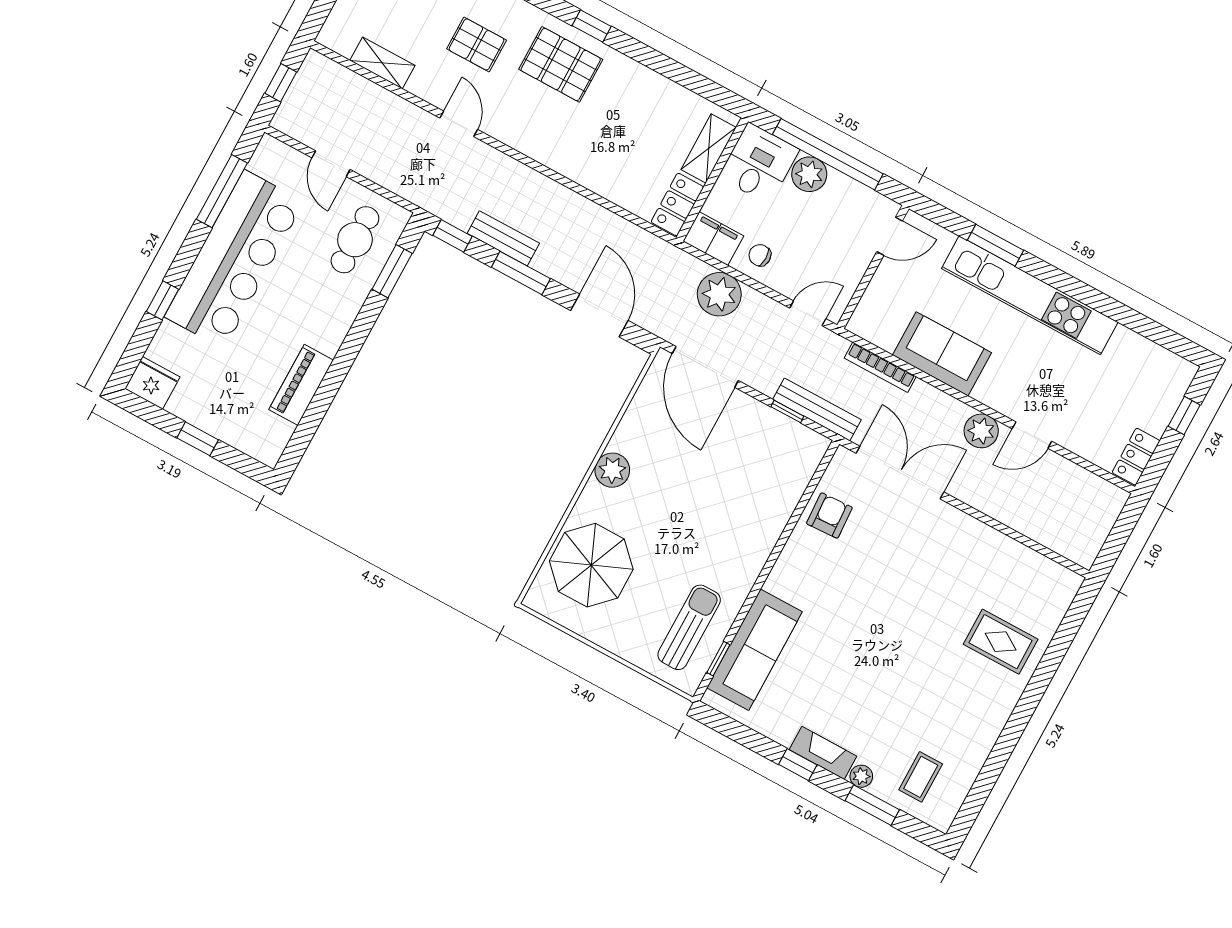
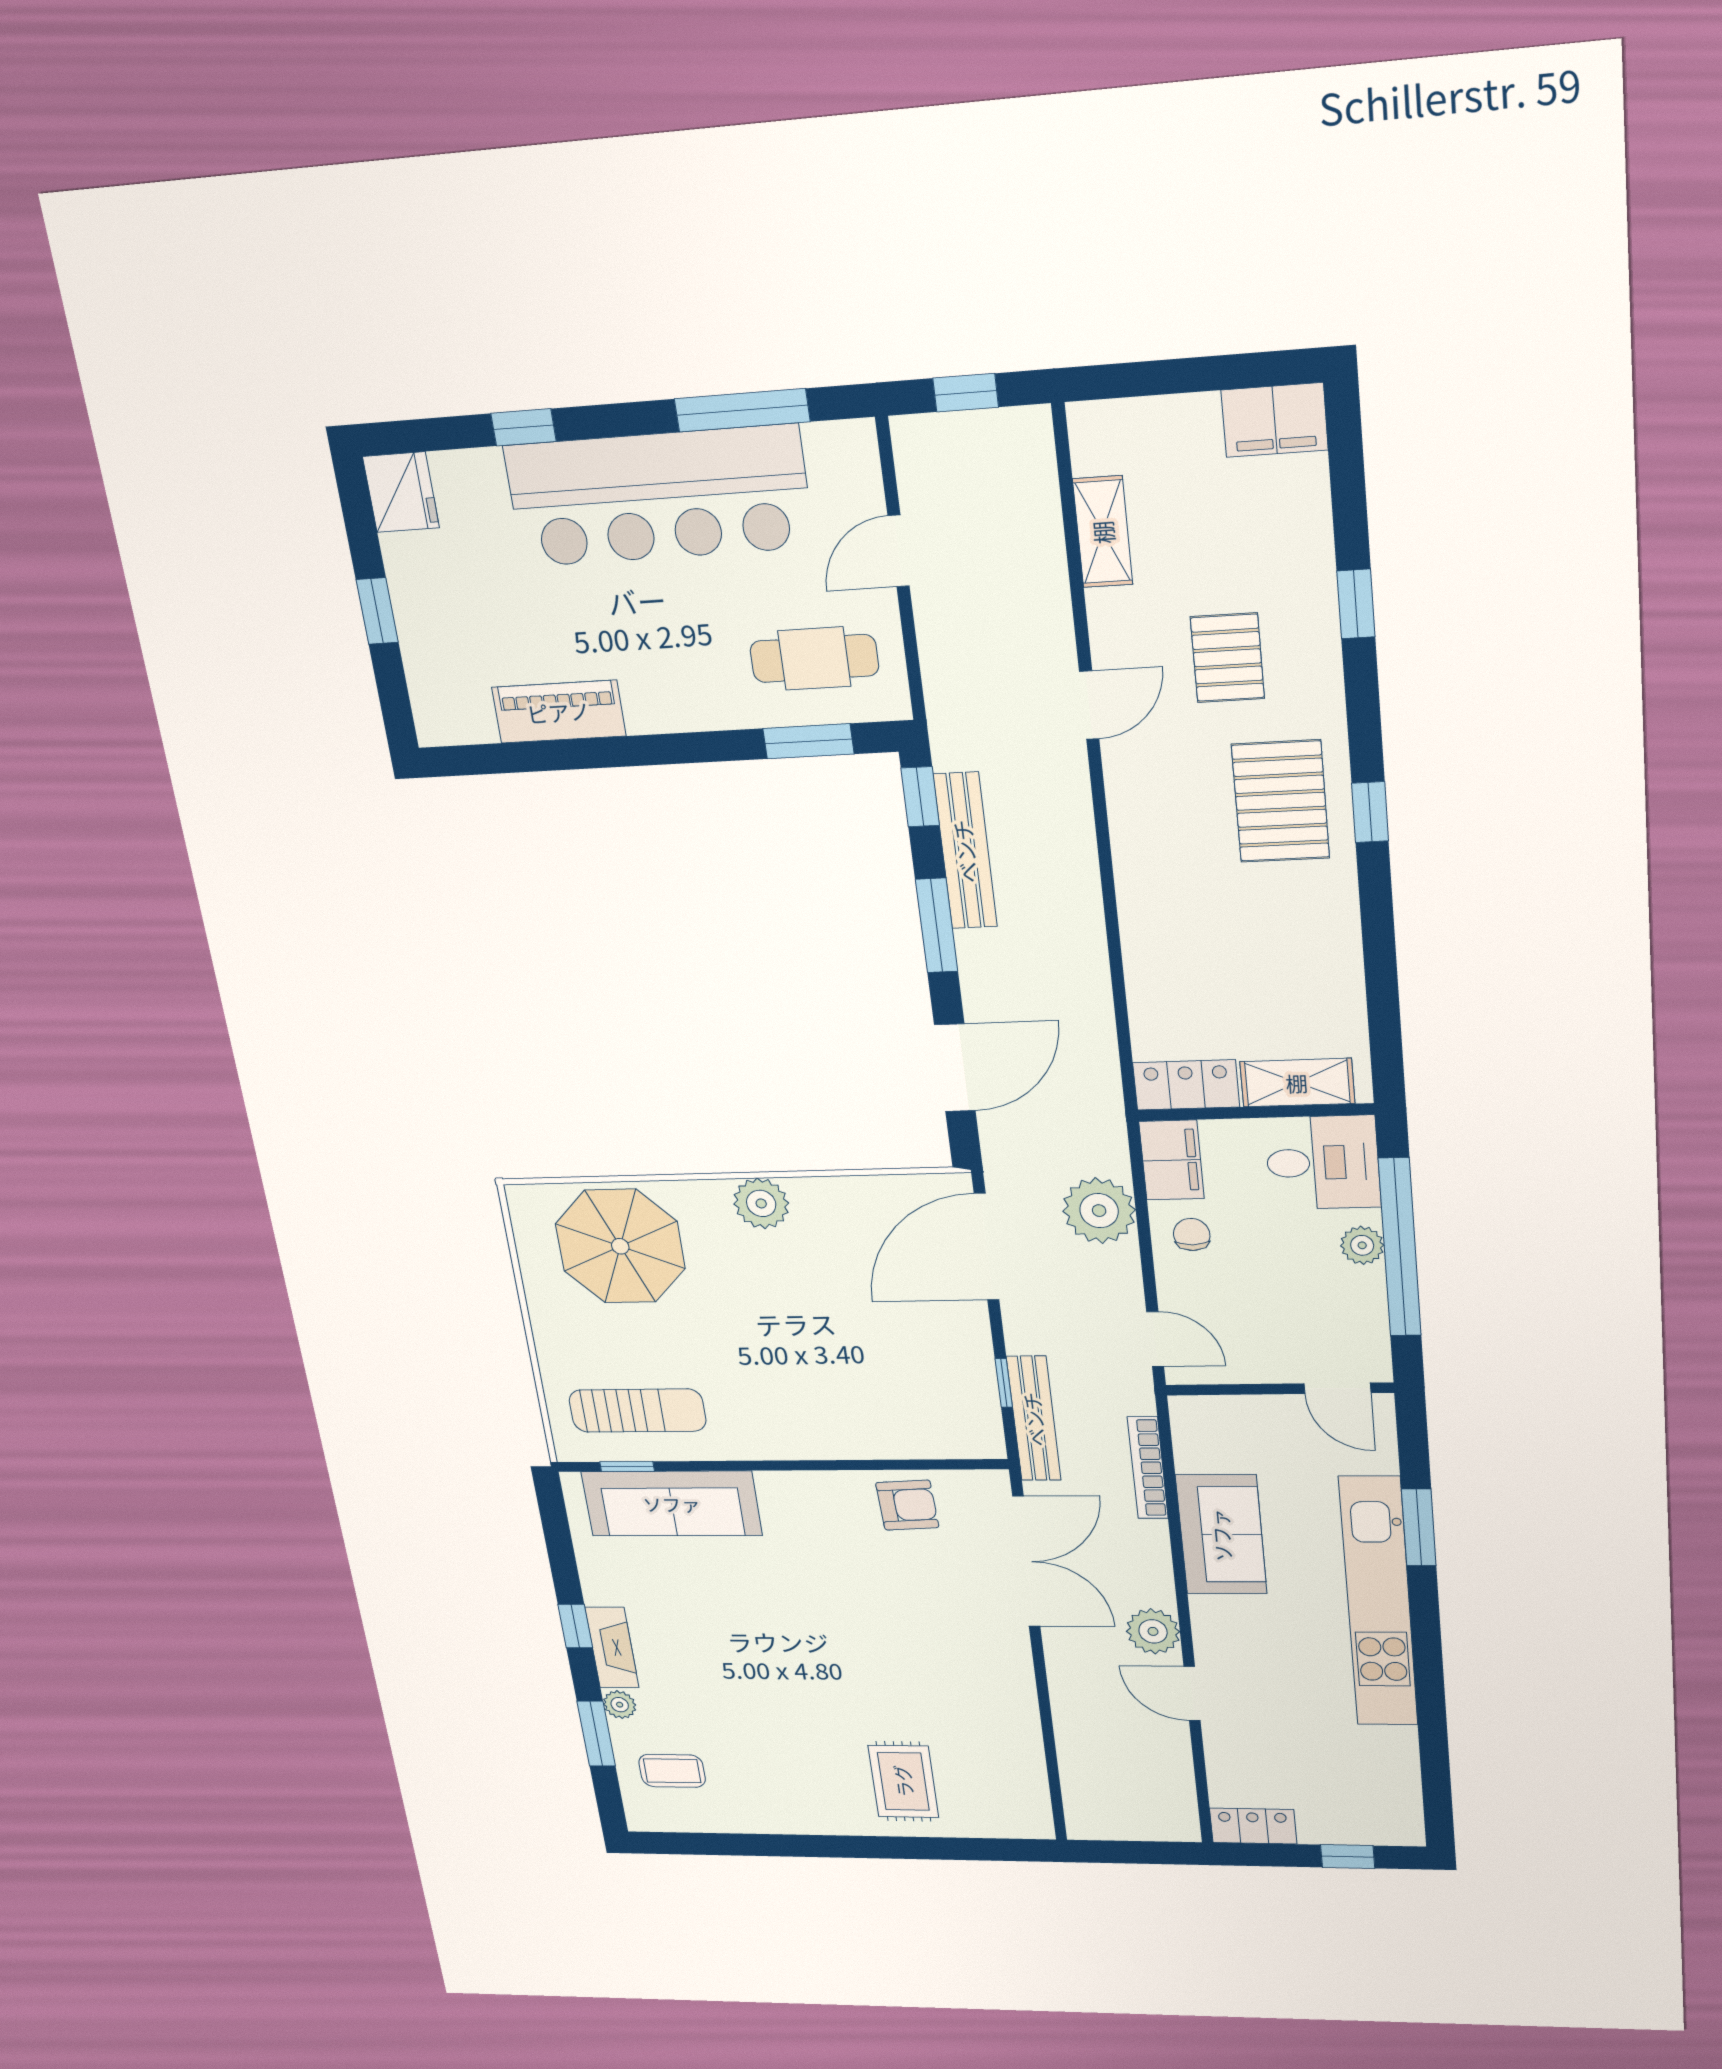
plant: (809, 174) -> (1362, 1245), width x0.73, depth x0.73
bench: (503, 238) -> (965, 851), width x1.36

